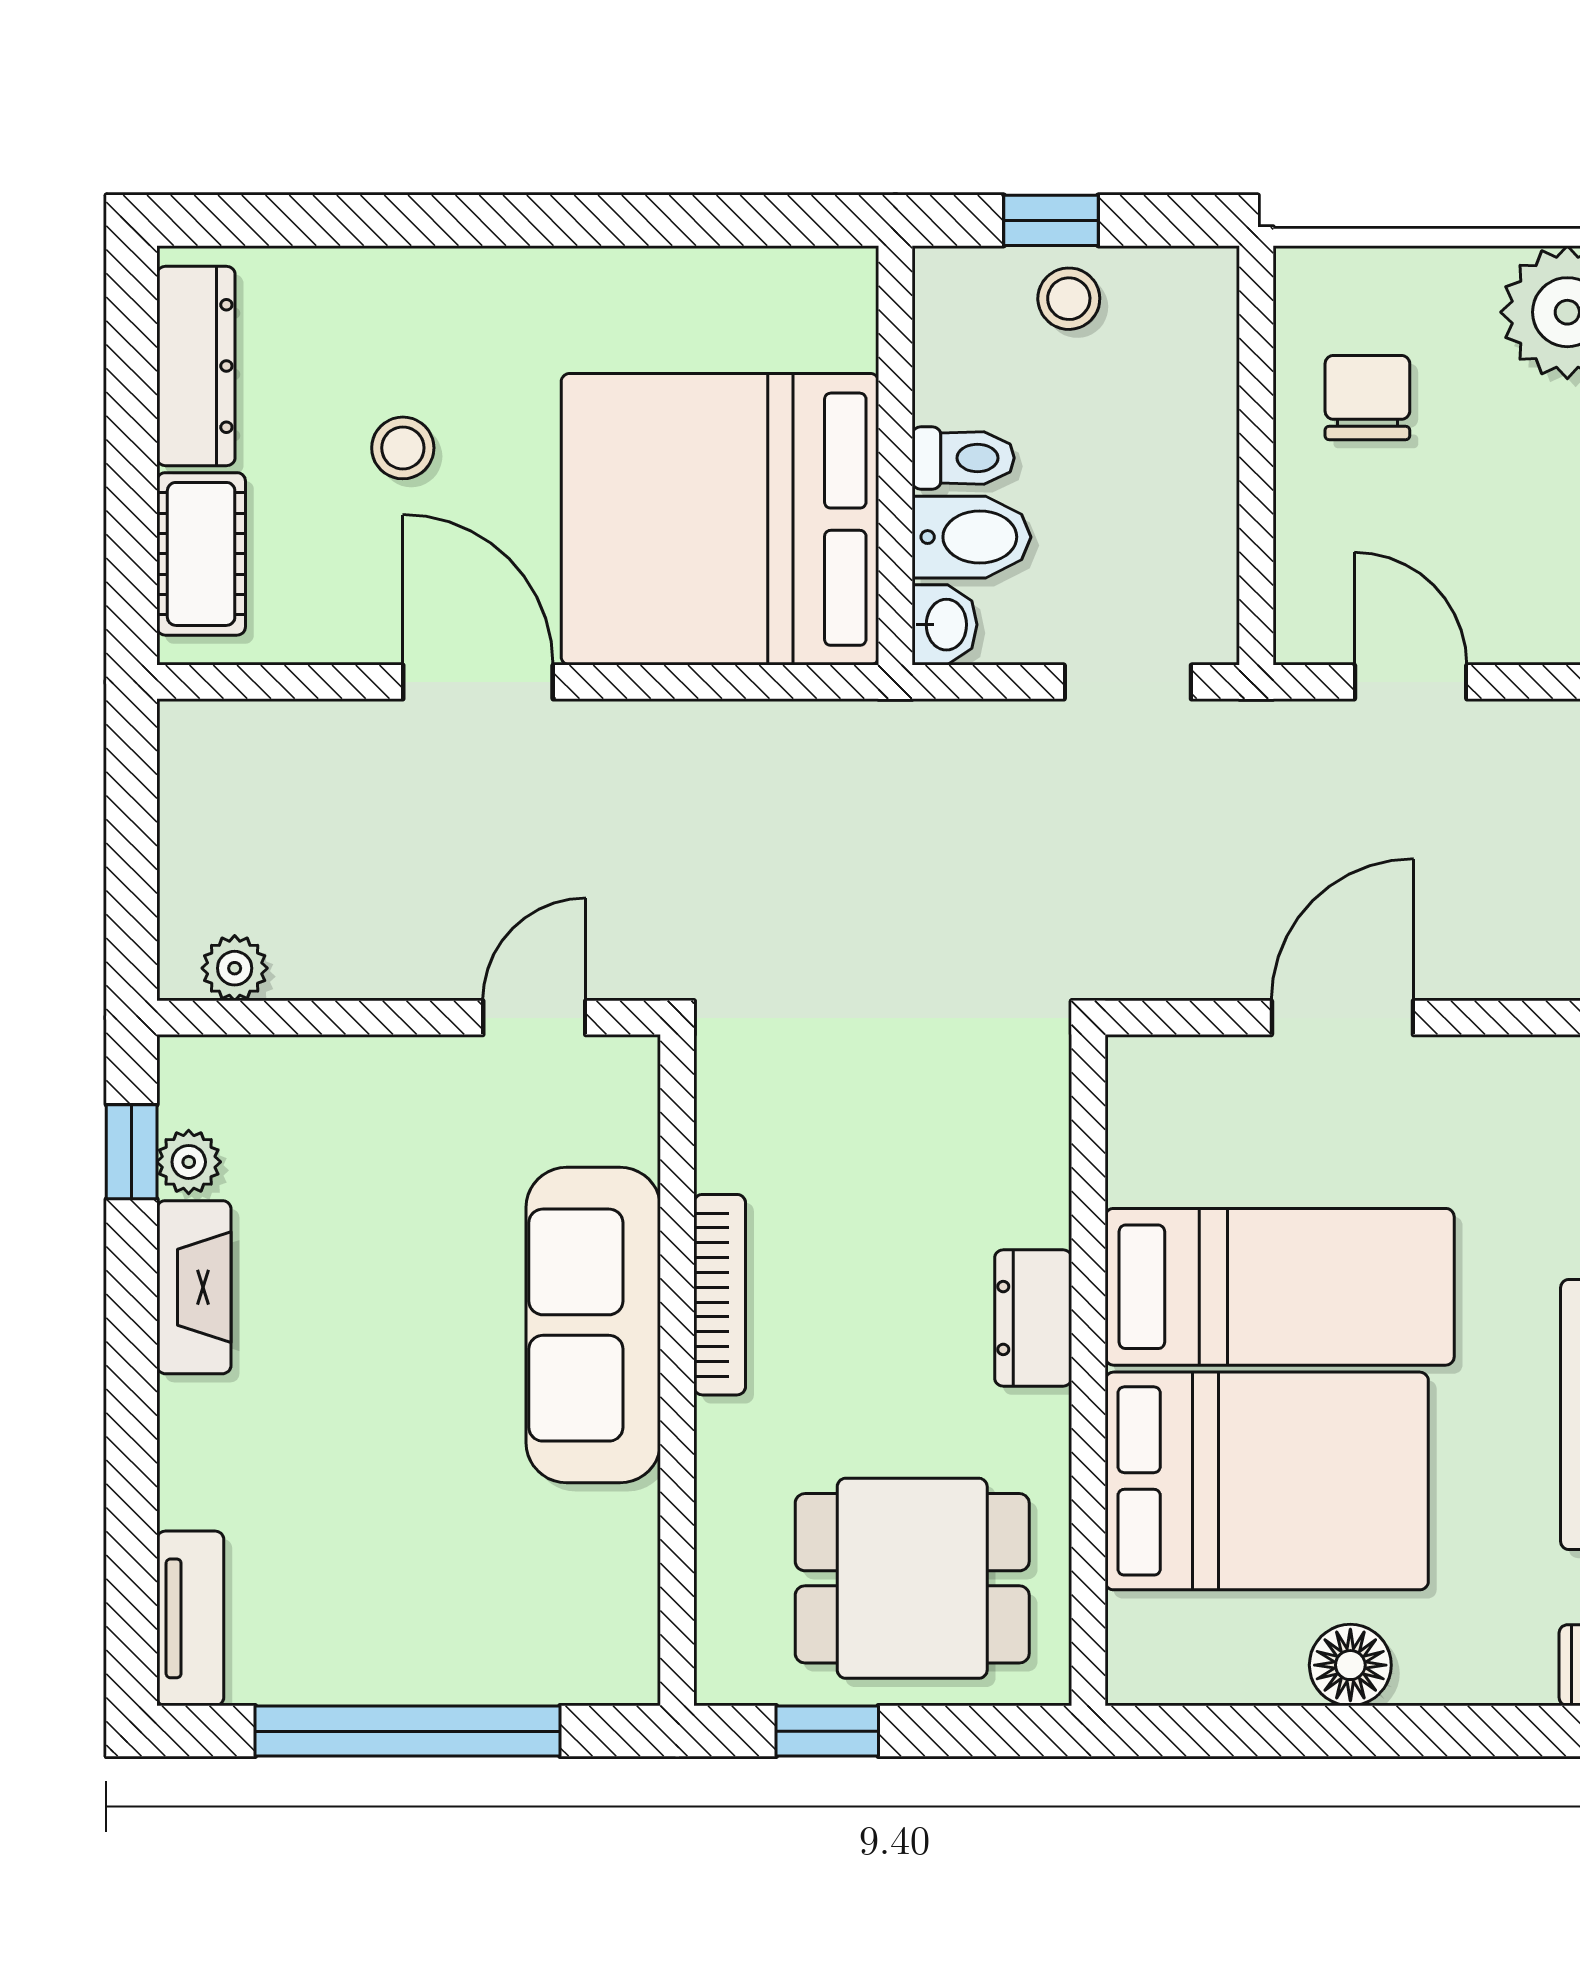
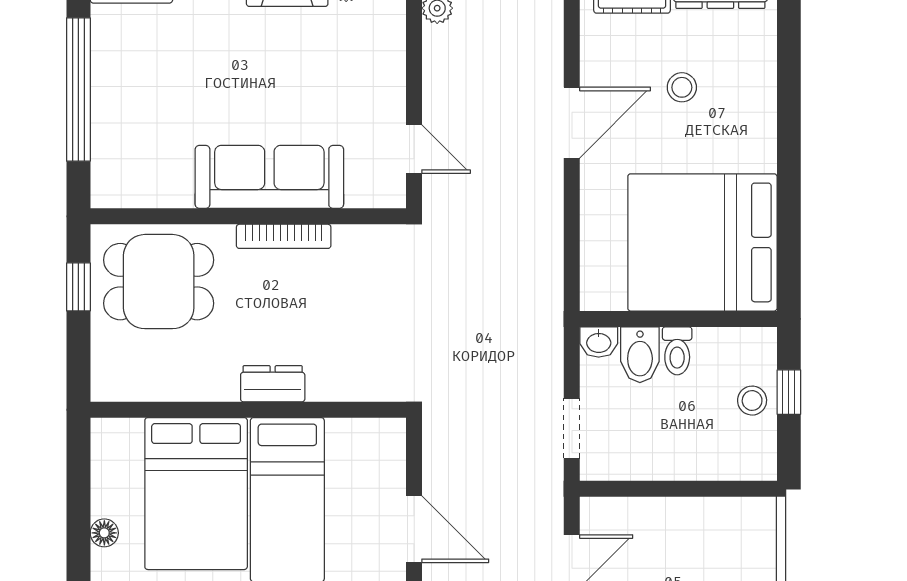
chair: (1367, 398) -> (706, 541), removed
bed: (720, 519) -> (702, 242), moved, turned -90
dining table: (912, 1578) -> (159, 282), moved, turned 90
floor lamp: (1350, 1665) -> (104, 533), width x0.73, depth x0.73

